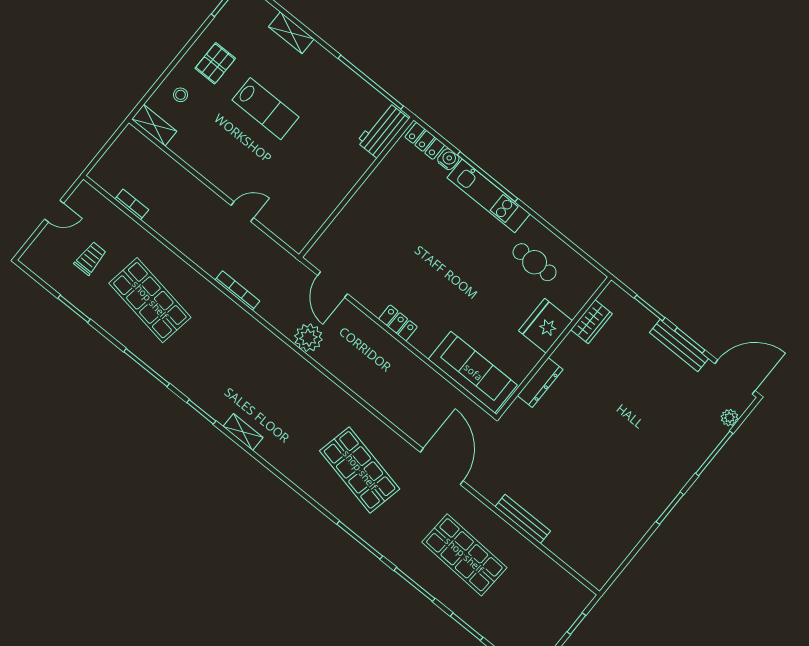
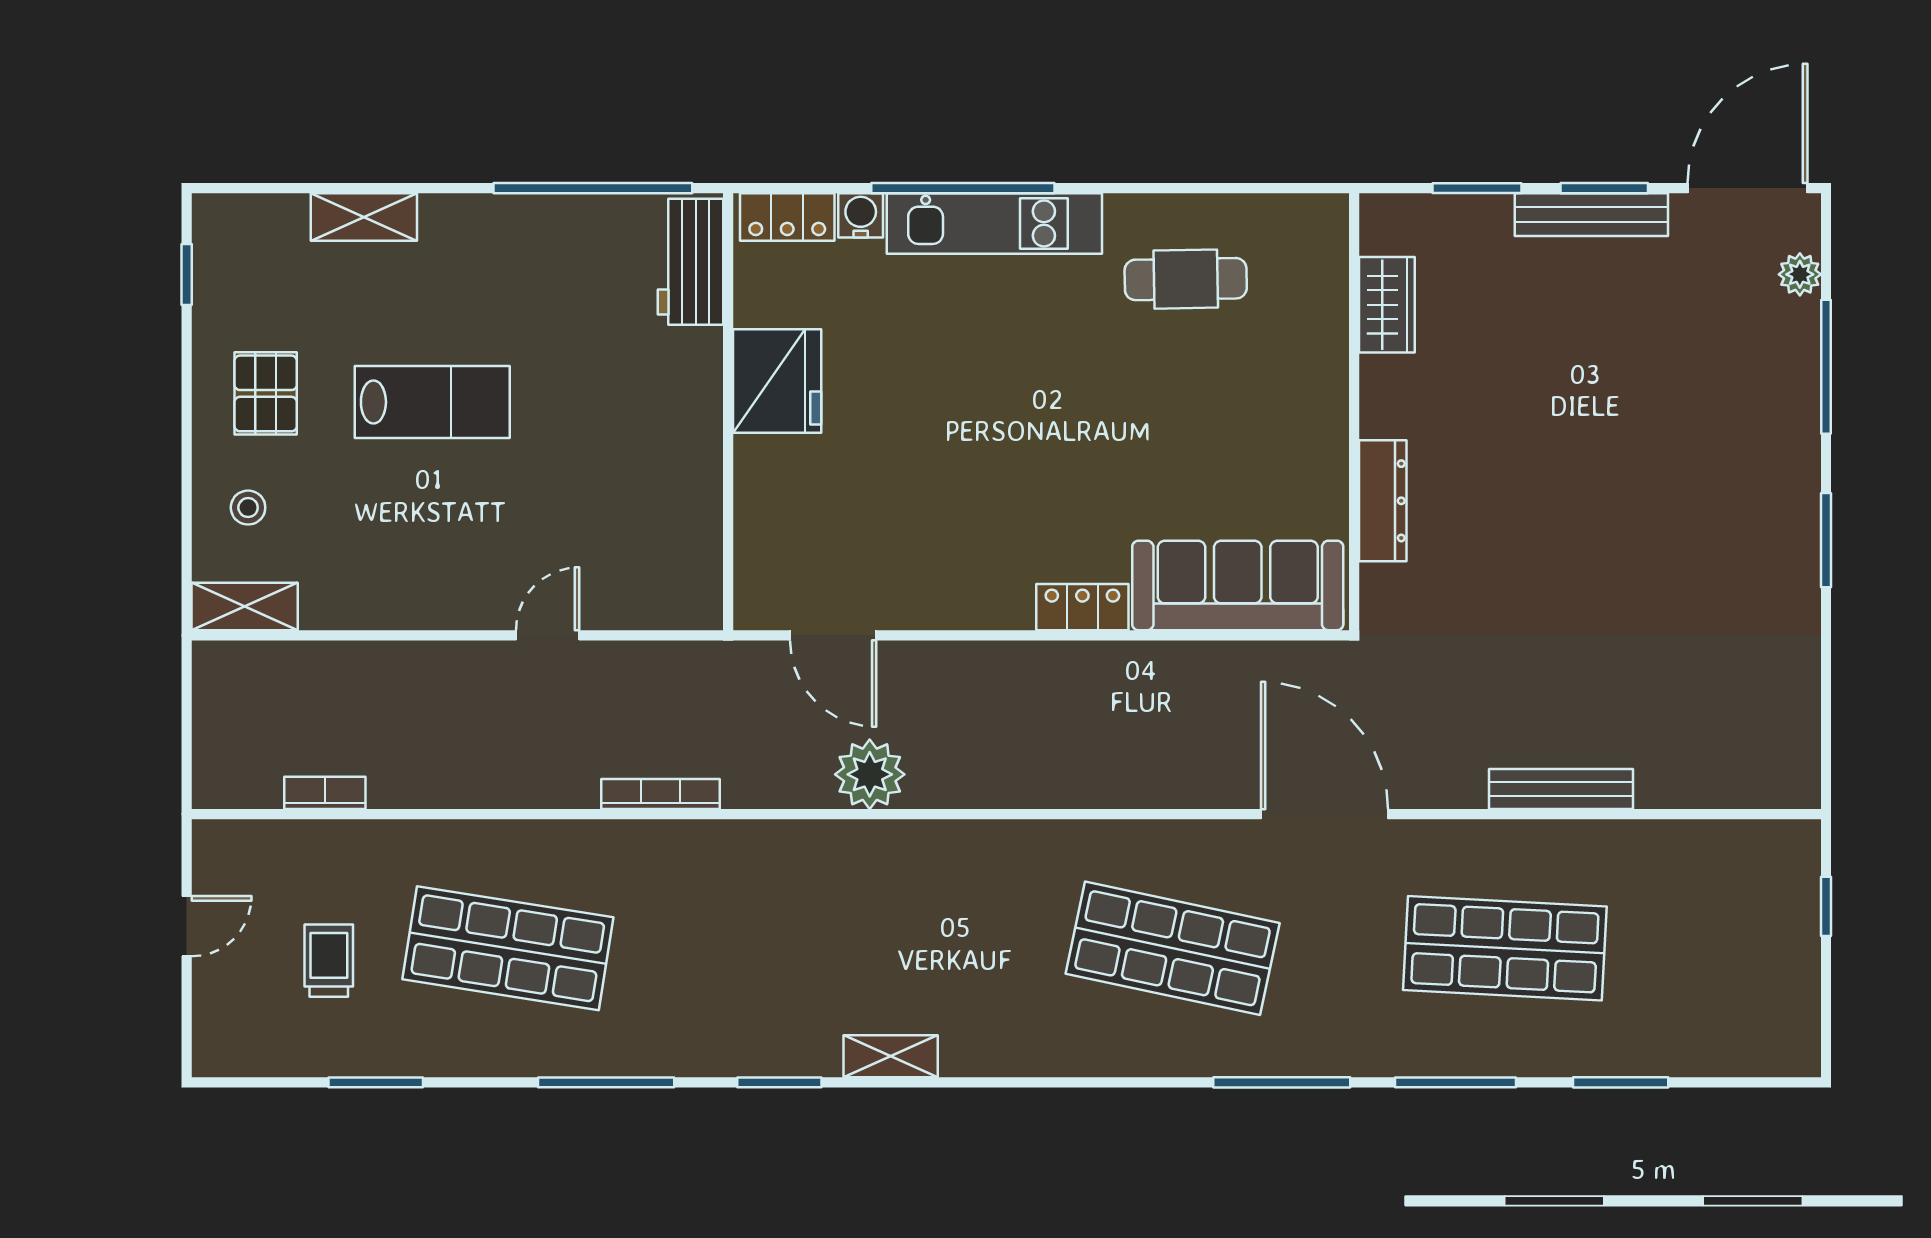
locker: (398, 323) -> (1082, 607), moved
fridge: (546, 326) -> (777, 381), moved, turned 180

